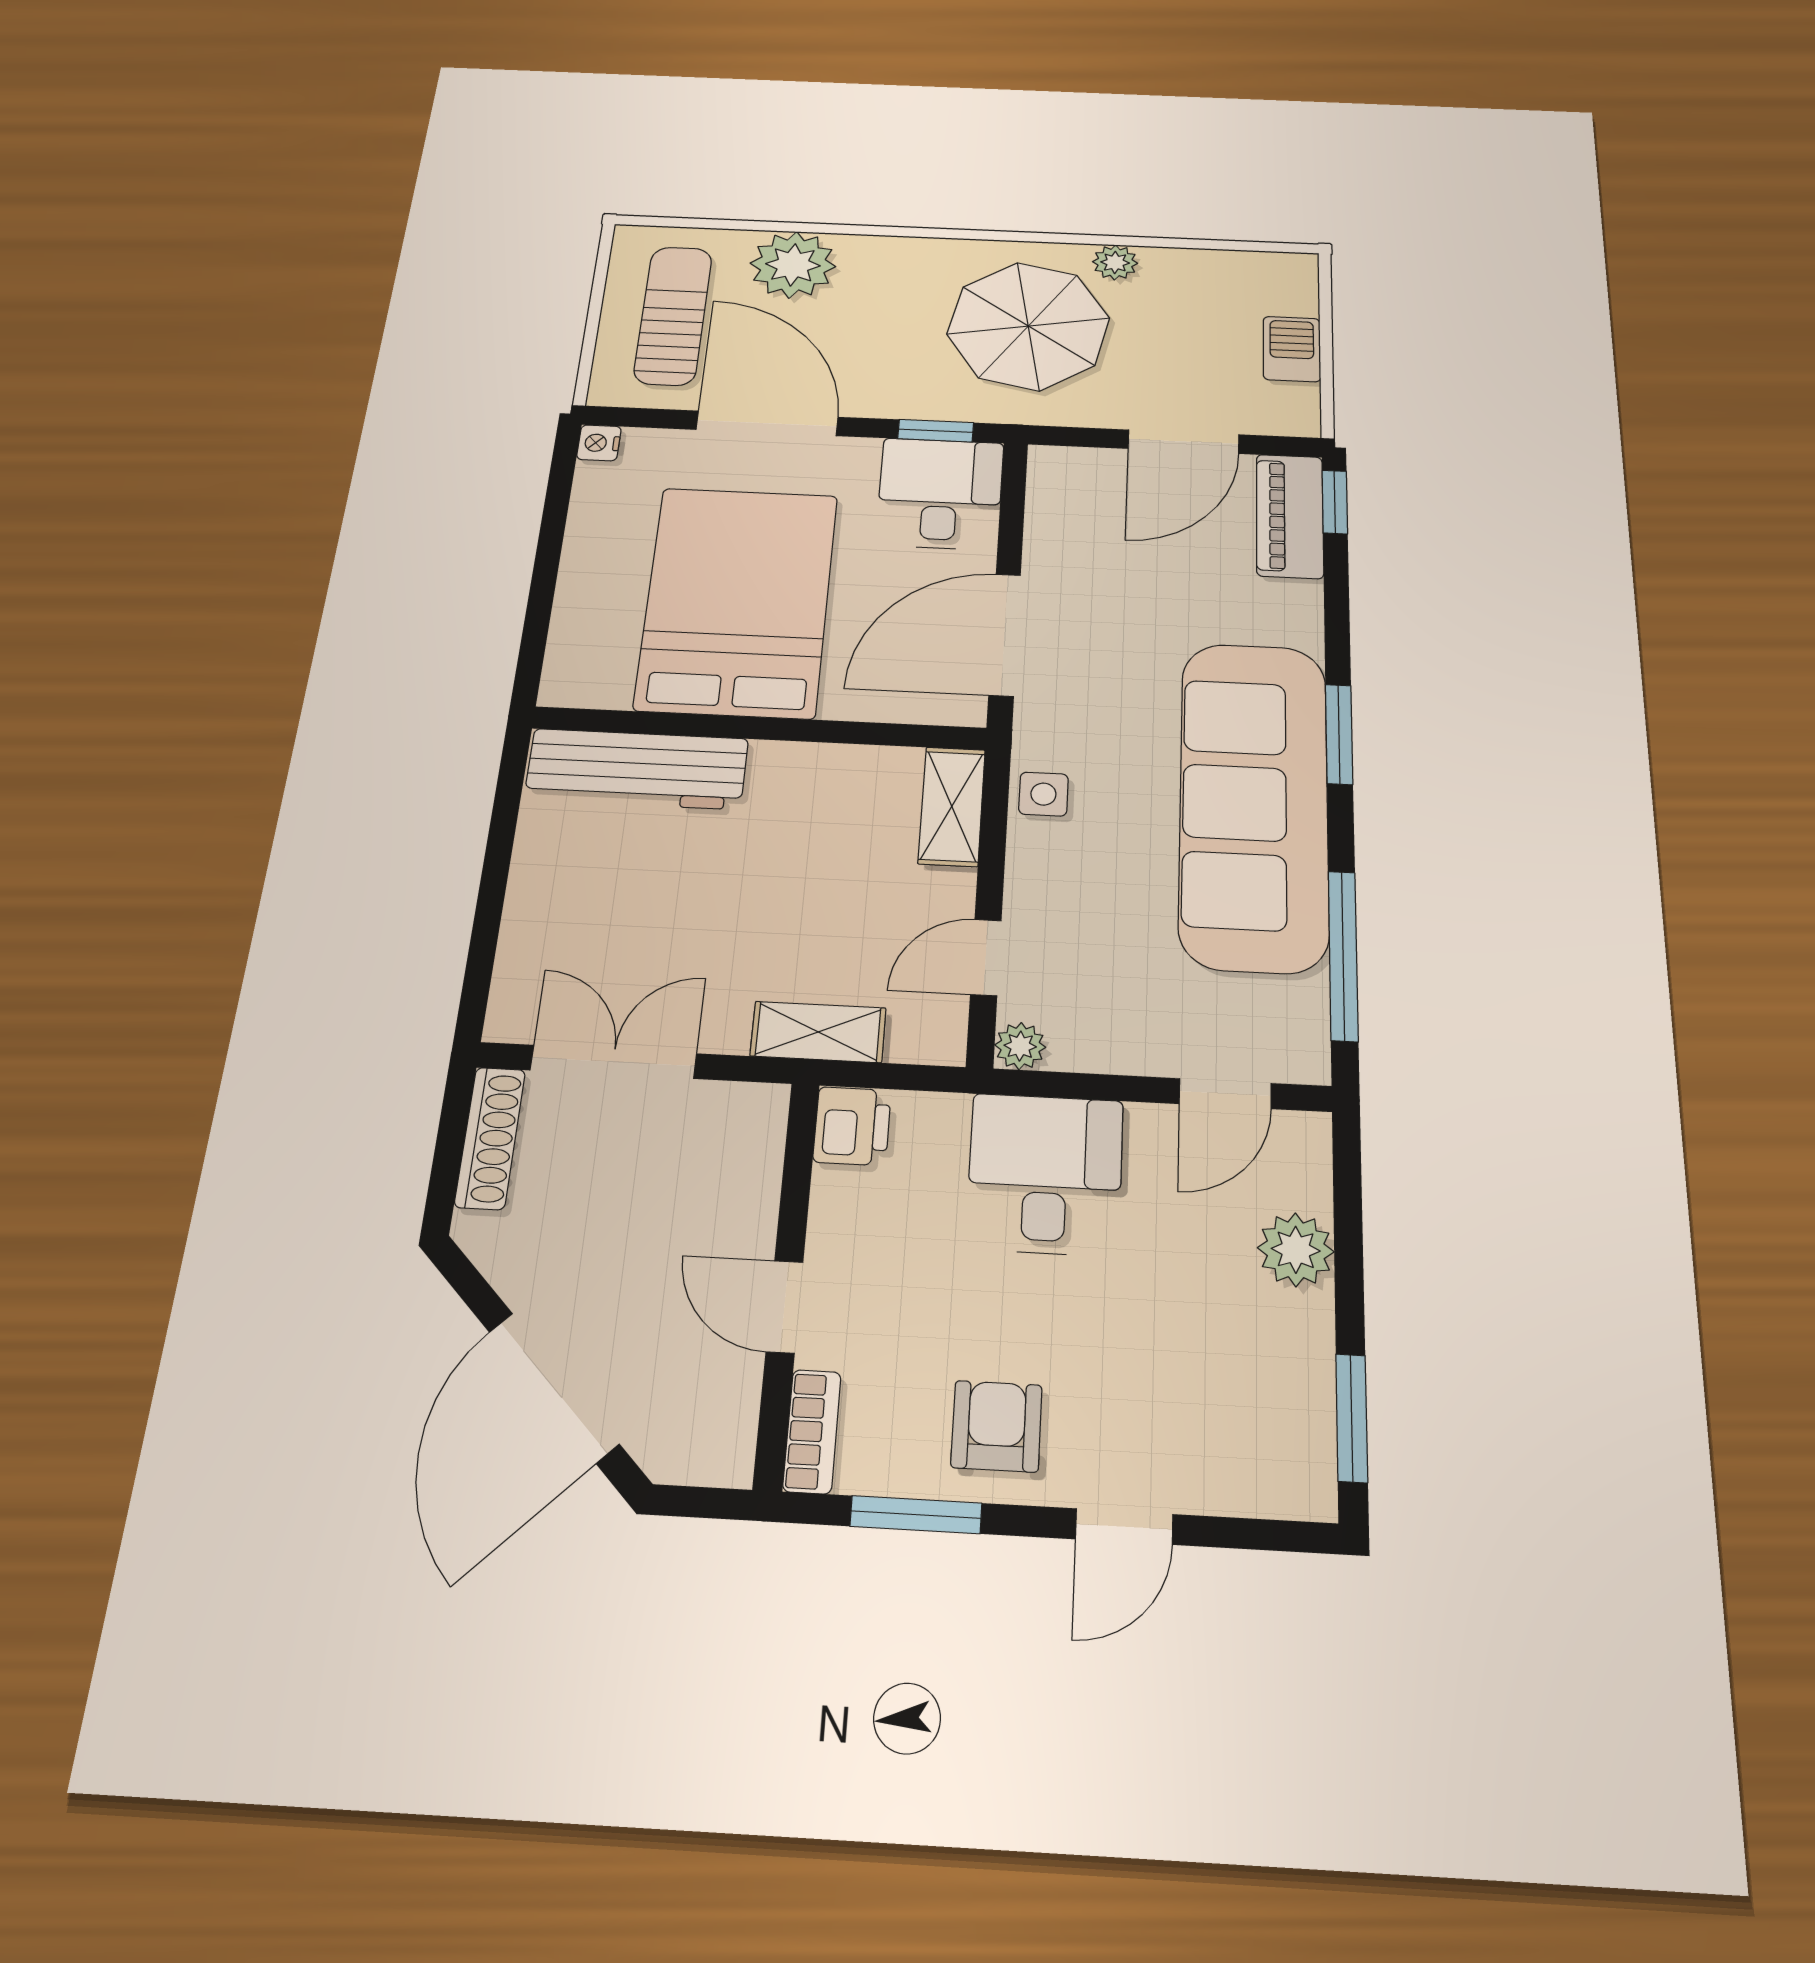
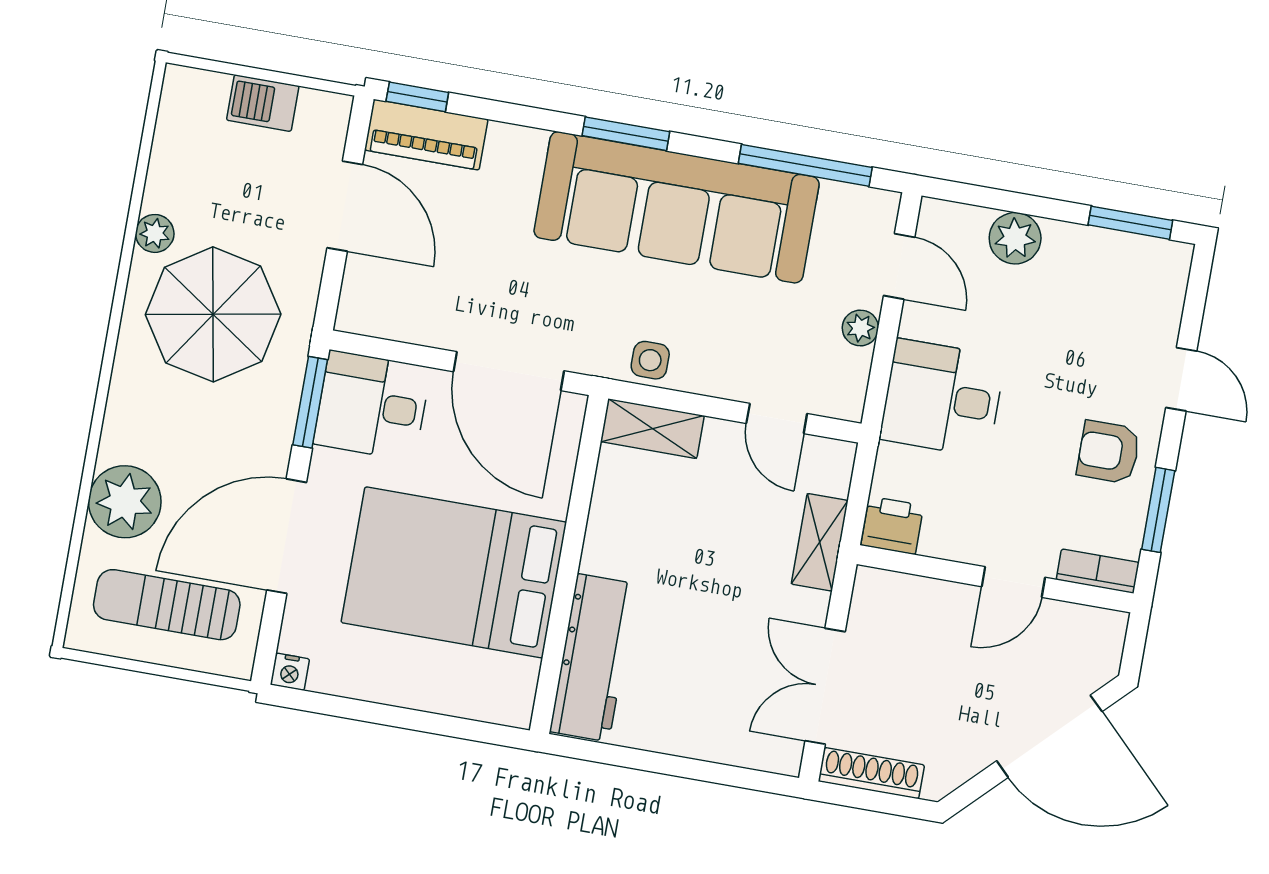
window: (936, 431) -> (310, 402), width x1.50
plant: (1020, 1046) -> (860, 328), moved

